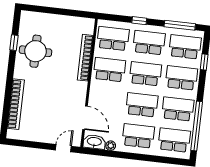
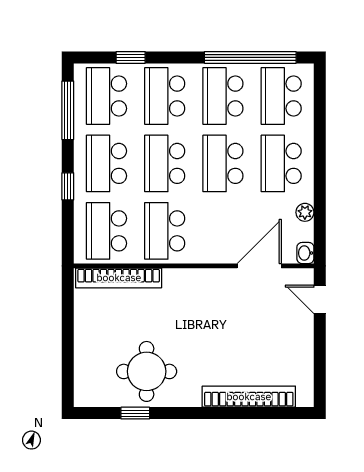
bookcase: (85, 58) -> (119, 278), moved
washbasin: (94, 142) -> (305, 253), width x0.52, depth x0.69

